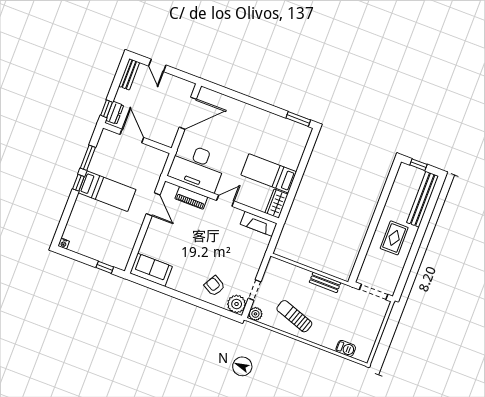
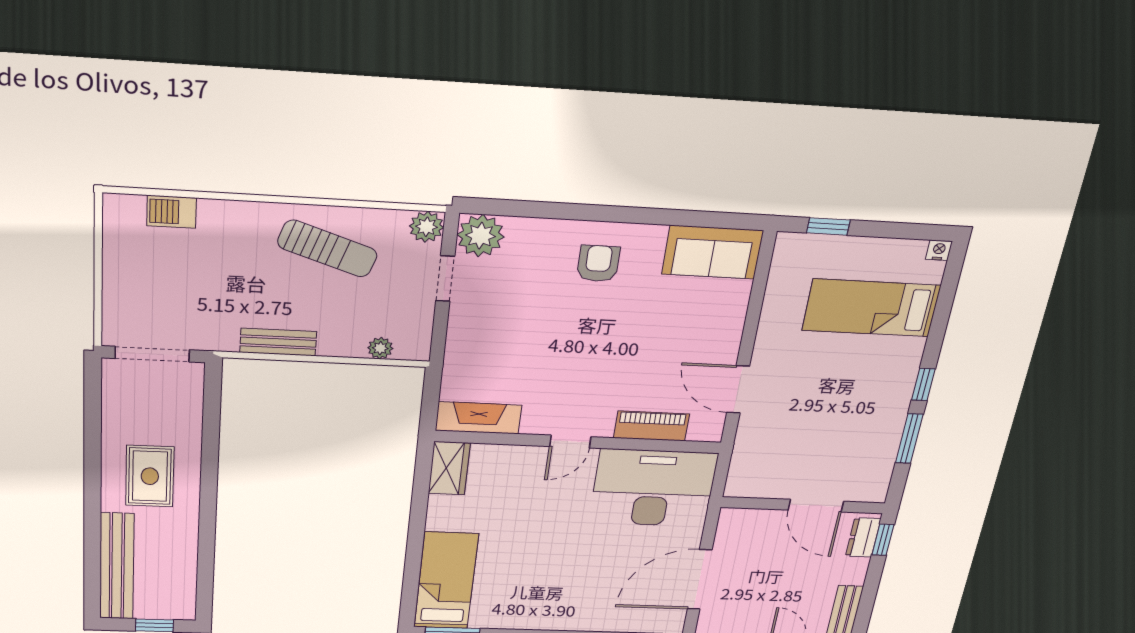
bed: (269, 173) -> (446, 581), moved, turned -90
bed: (107, 191) -> (871, 308), moved
plant: (287, 268) -> (380, 348), added
armchair: (214, 286) -> (598, 263), moved, turned -119

